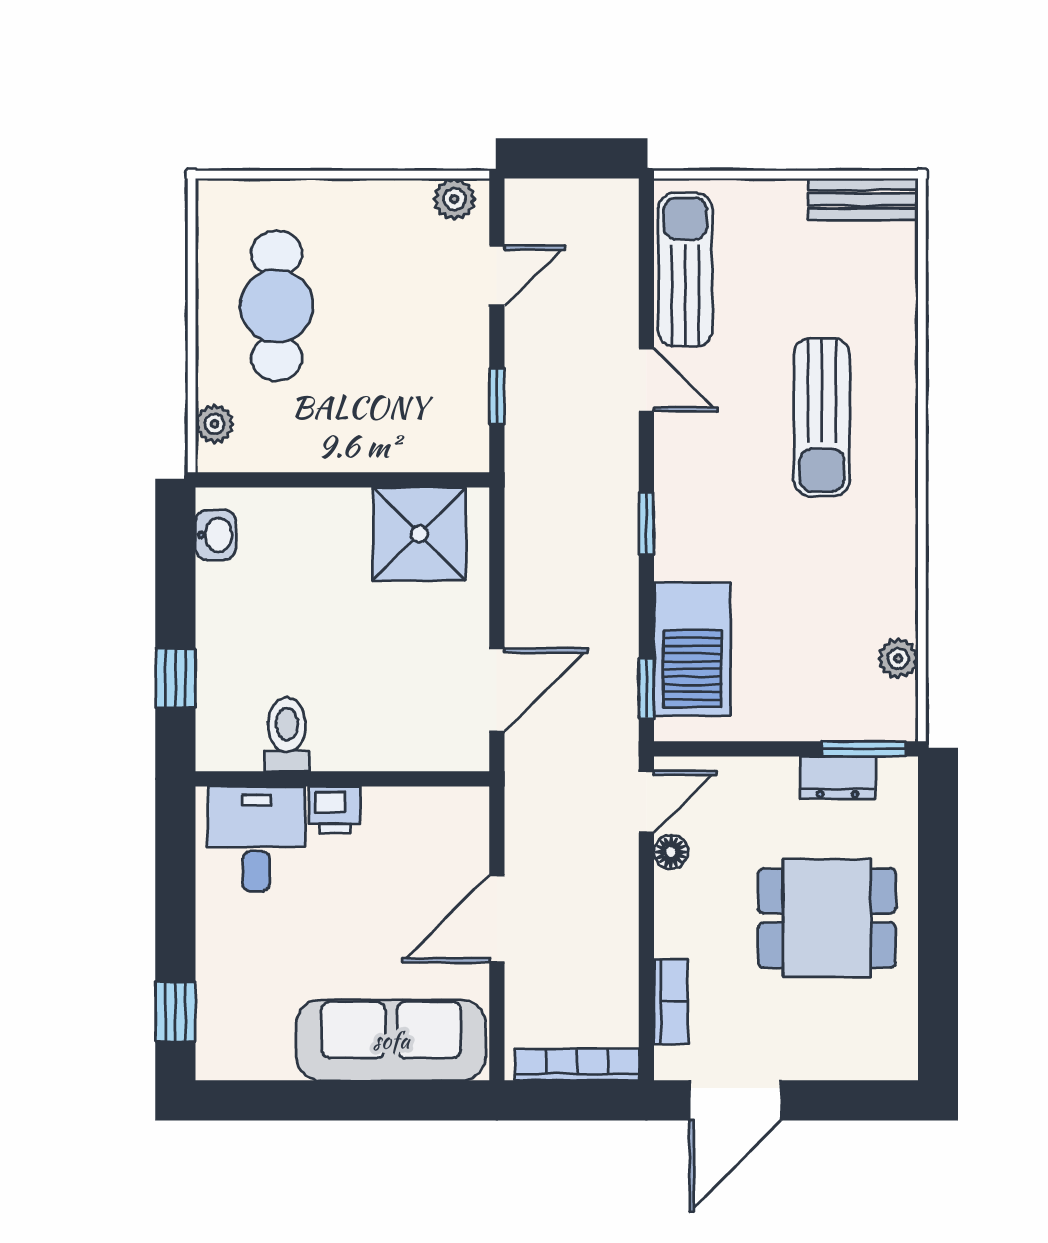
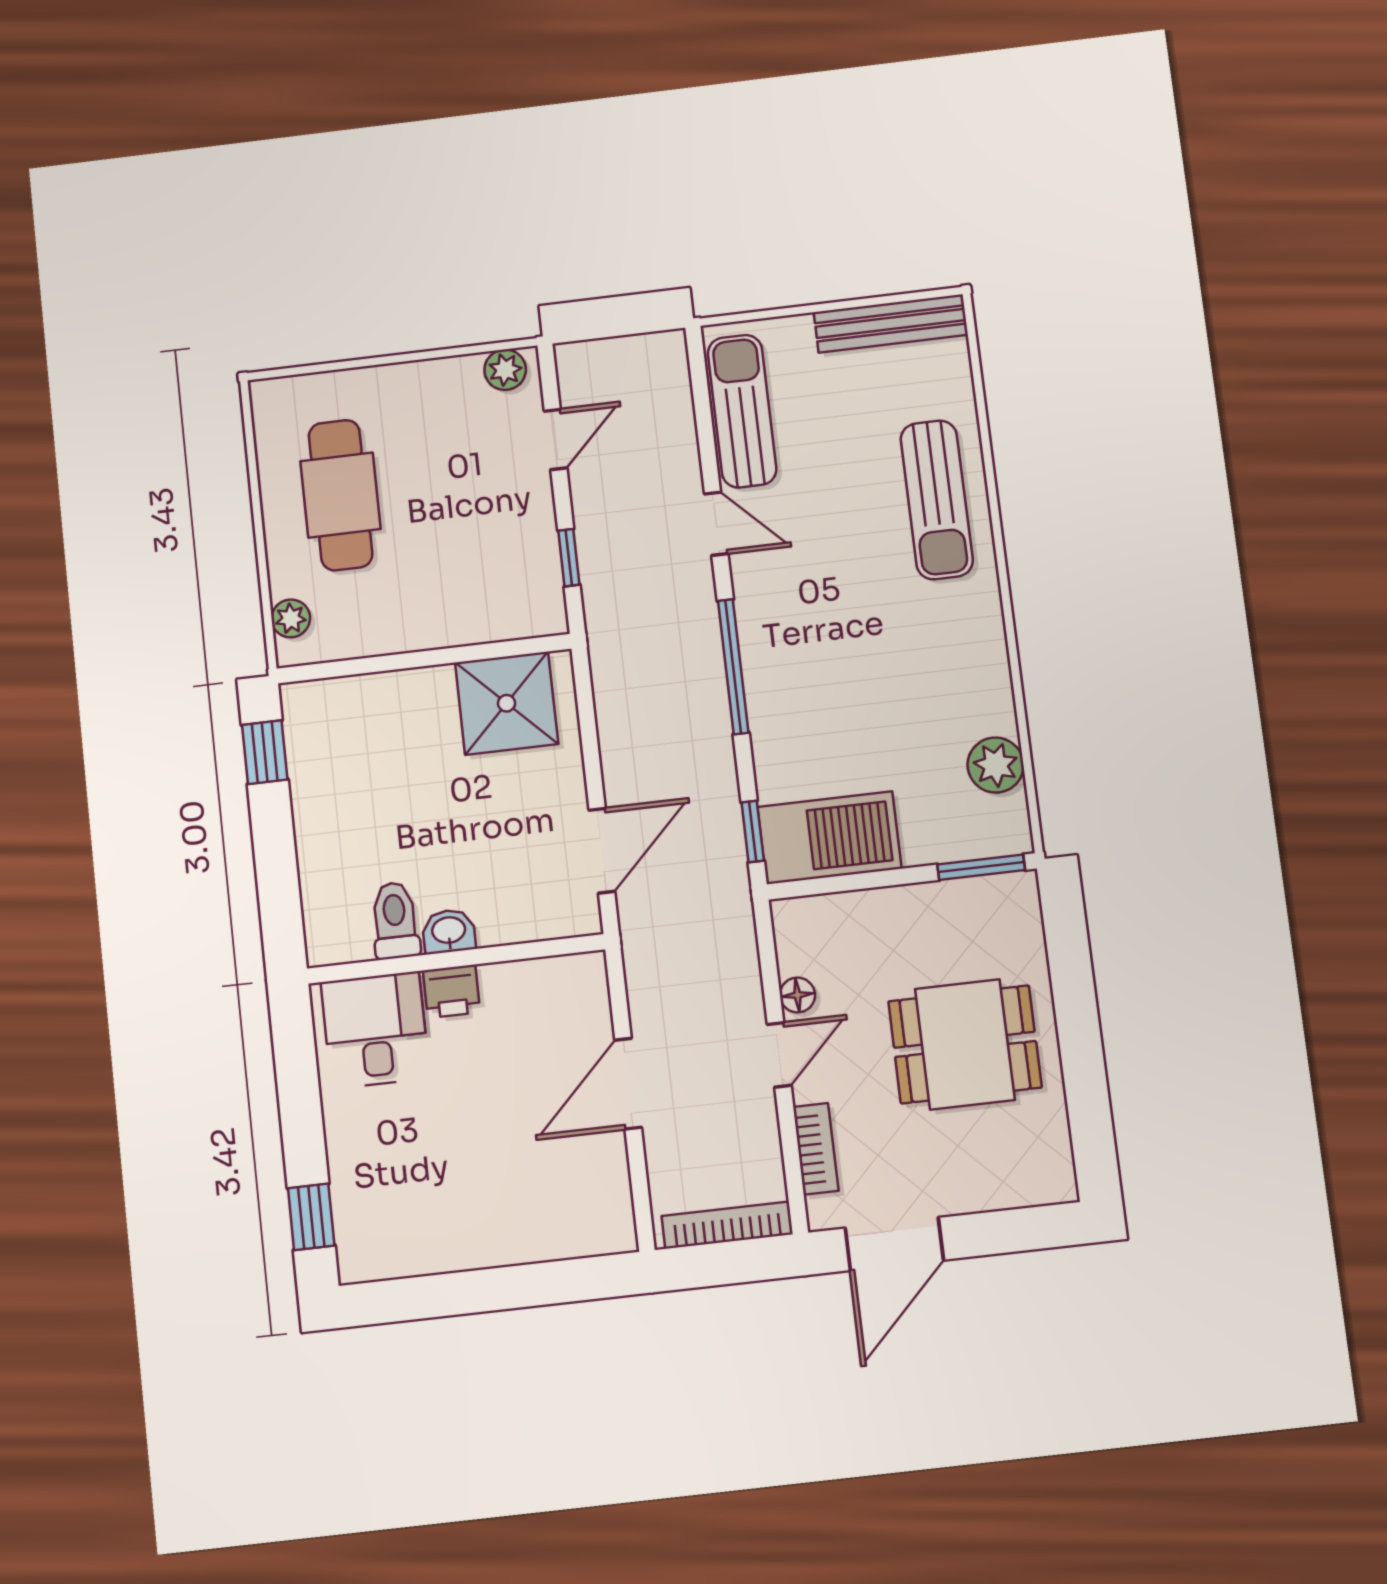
bench: (863, 199) -> (891, 323), width x1.36
sun lounger: (822, 417) -> (937, 500), moved
window: (646, 524) -> (733, 667), width x2.17
washbasin: (216, 535) -> (449, 931), moved, turned -90
barbecue: (692, 649) -> (829, 838), moved, turned -90
plant: (898, 659) -> (996, 765), width x1.38, depth x1.38
window: (175, 678) -> (265, 752), moved
dresser: (838, 778) -> (958, 900), removed
door: (646, 802) -> (779, 1055), moved
sofa: (391, 1040) -> (534, 1221), removed

